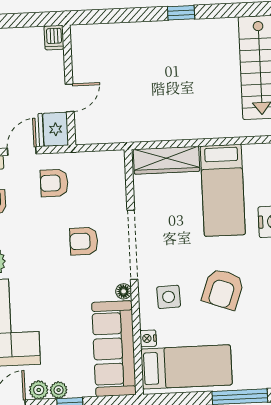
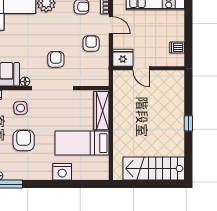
wall: (69, 85) -> (149, 68), moved
door: (70, 98) -> (141, 68), moved
fridge: (53, 129) -> (123, 58), moved
armchair: (223, 289) -> (24, 140), turned 70

